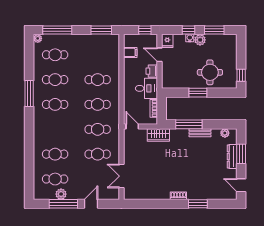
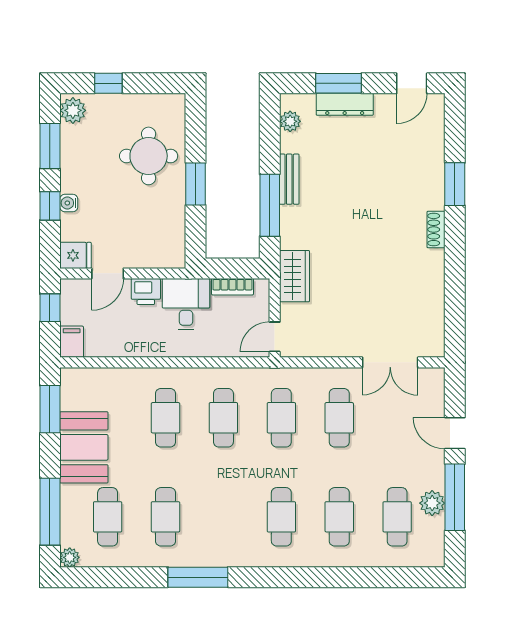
plant: (200, 40) -> (73, 110), moved
booth: (85, 45) -> (84, 447), added
filing cabinet: (130, 52) -> (72, 342), moved
window: (241, 75) -> (108, 83), moved
cafe table: (55, 104) -> (281, 517), moved

